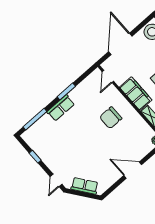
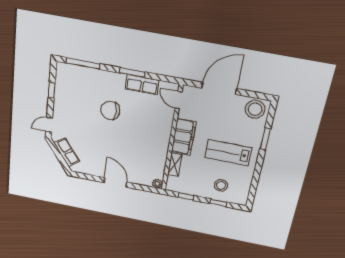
door: (108, 76) -> (179, 100), hinge flipped
row of seats: (61, 108) -> (142, 85), moved
chair: (111, 118) -> (110, 110), moved

